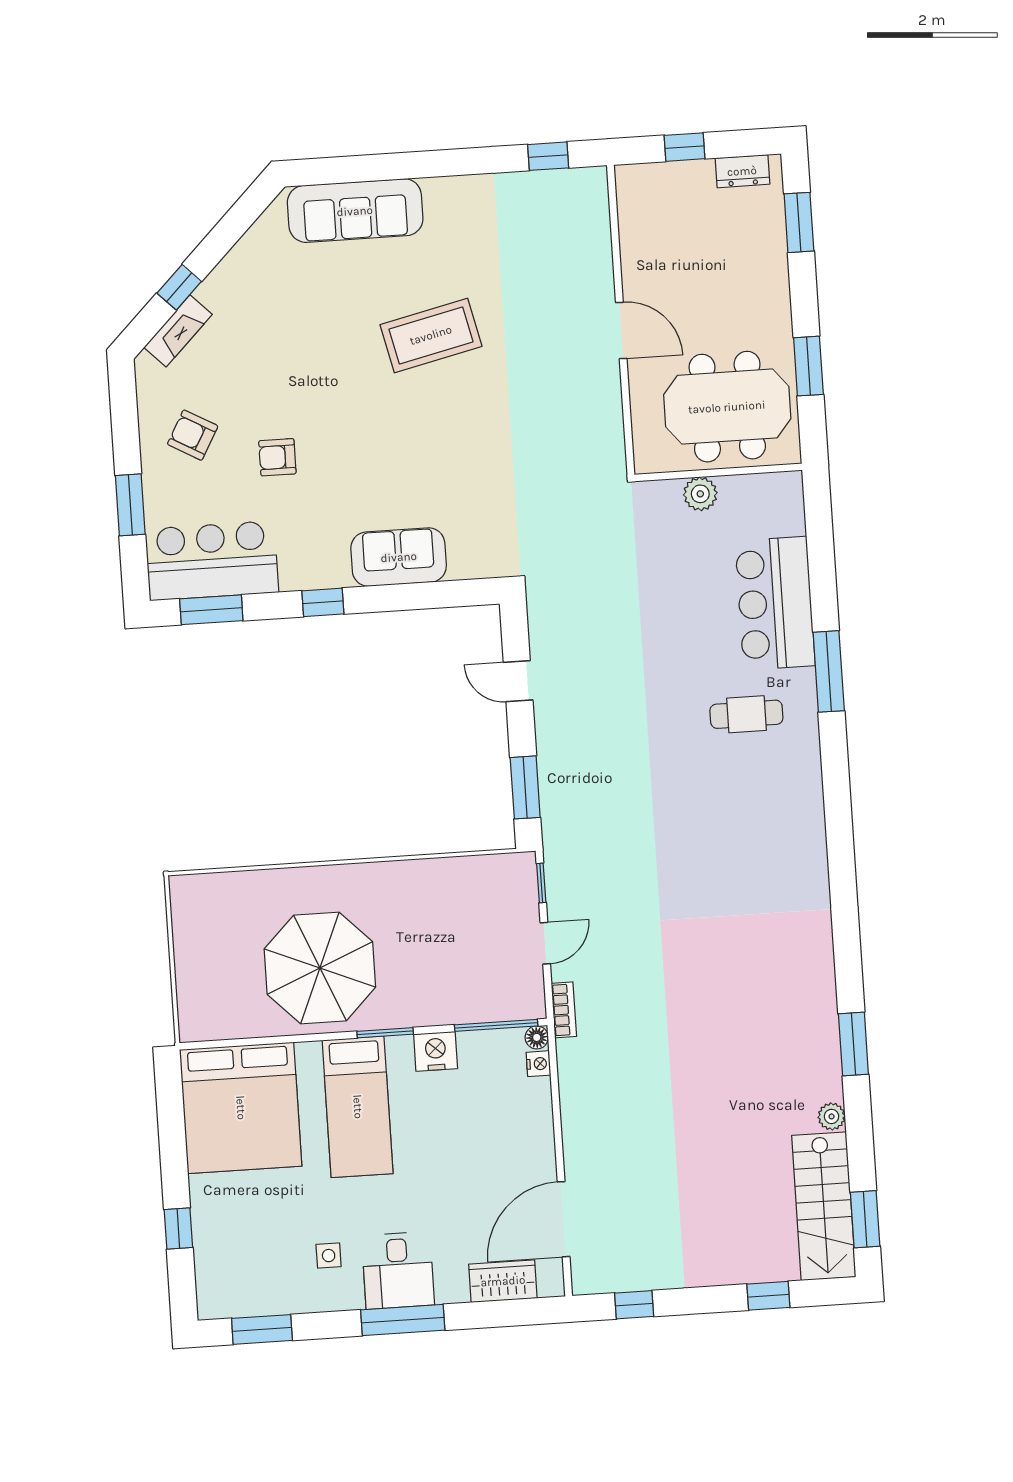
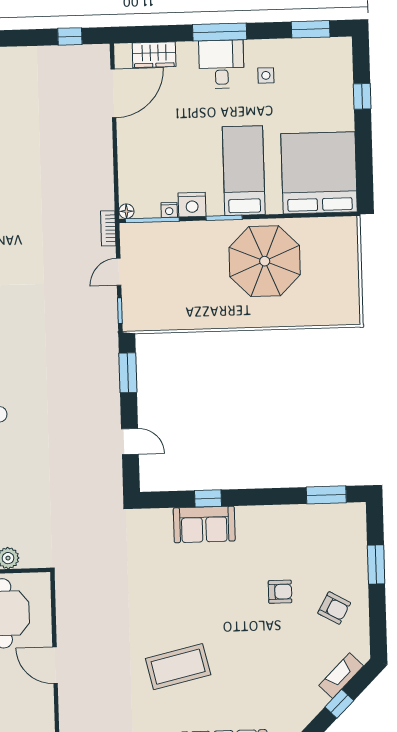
bar counter: (212, 561) -> (325, 526), removed
window: (323, 602) -> (208, 498), moved
nightstand: (538, 1064) -> (169, 210), moved, turned -90

